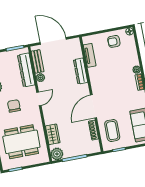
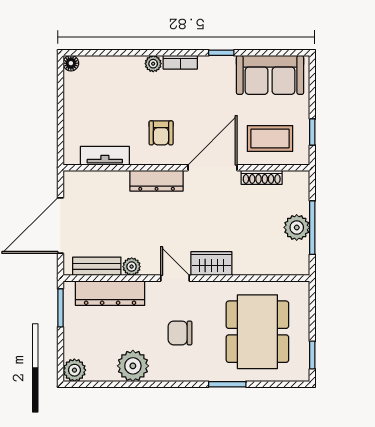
armchair: (114, 41) -> (161, 133), moved
dresser: (81, 71) -> (157, 181), moved
door: (94, 106) -> (212, 168), swing flipped
wardrobe: (53, 134) -> (211, 264), moved
plant: (57, 154) -> (297, 227), moved

